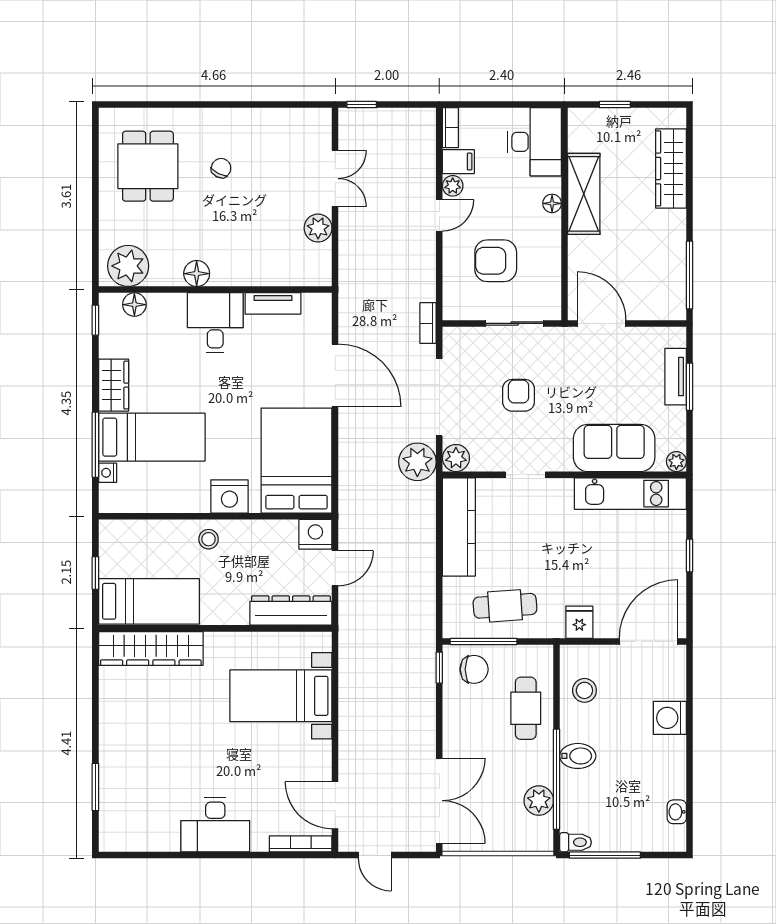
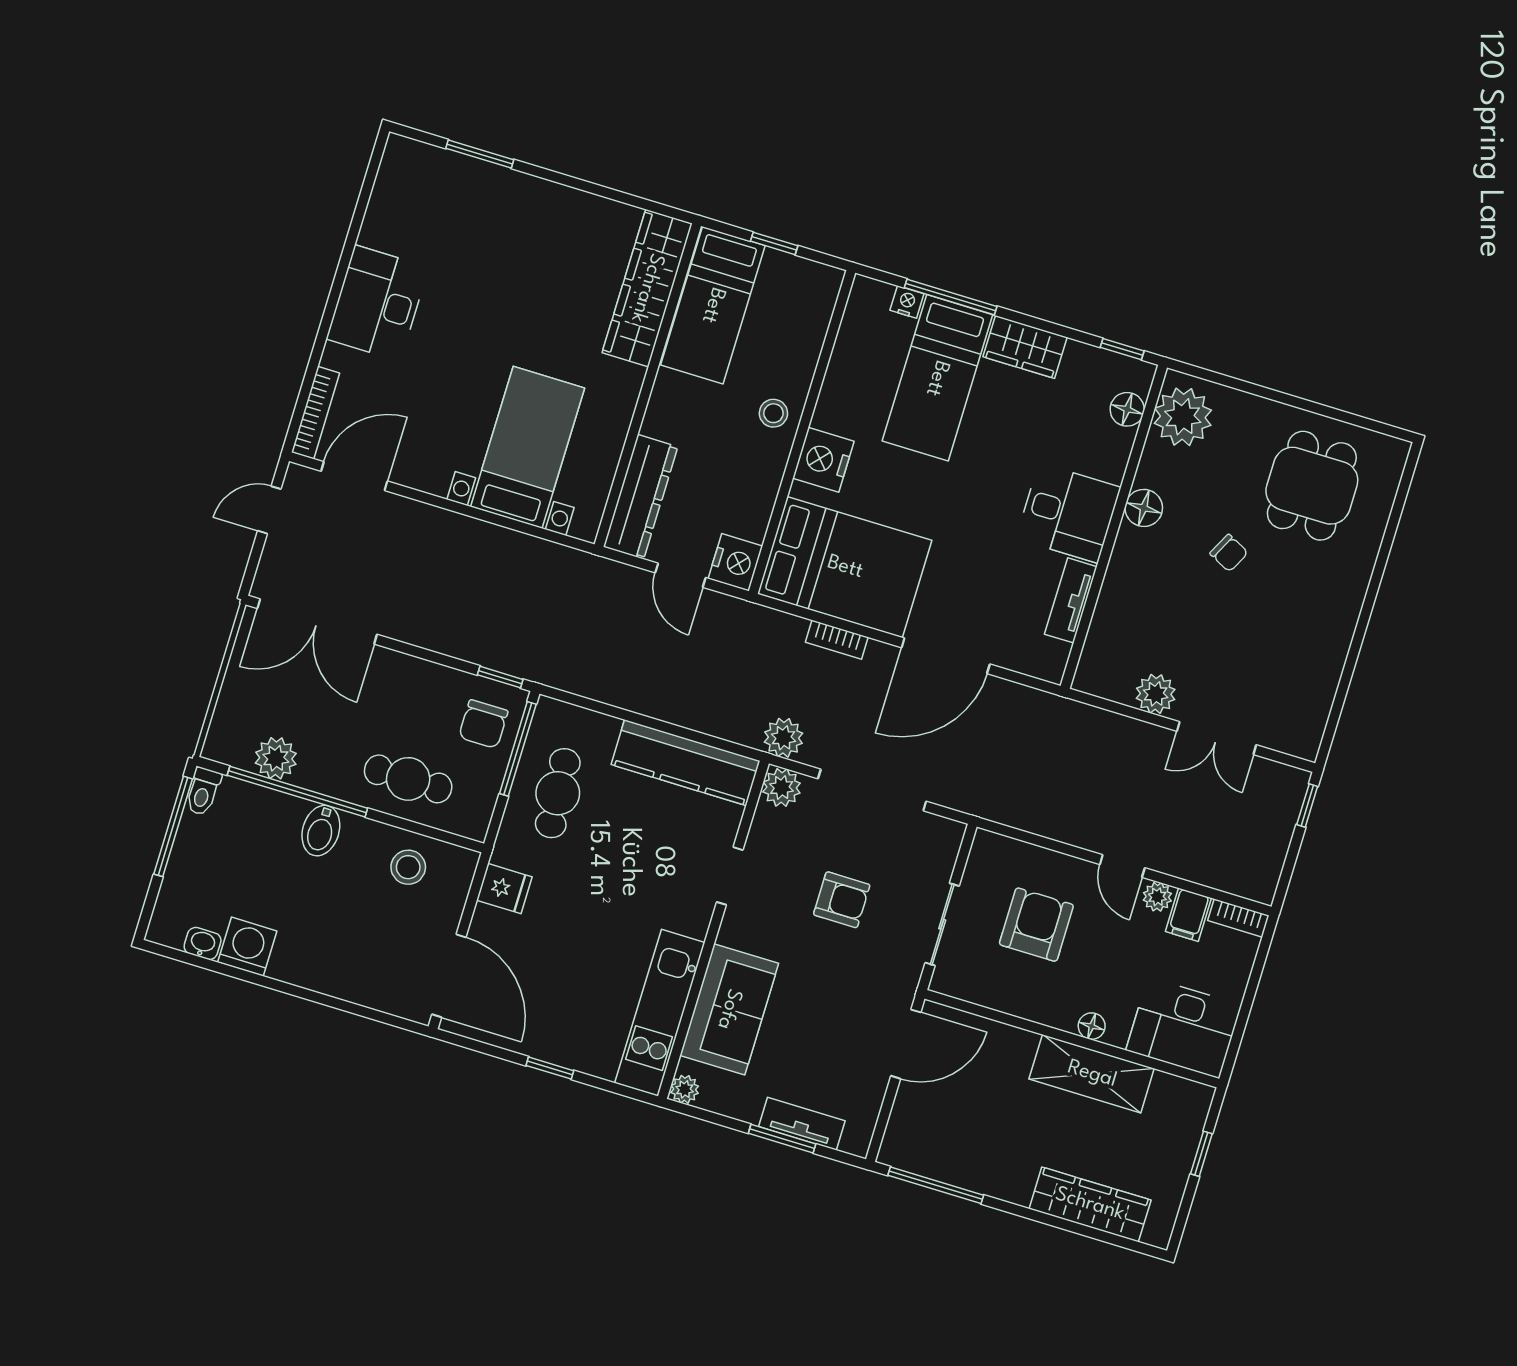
dining table: (148, 166) -> (1312, 486), turned 90
chair: (221, 168) -> (1229, 553), moved
bookcase: (428, 323) -> (837, 640), moved, turned 180
plant: (417, 462) -> (783, 738), width x0.73, depth x0.73
washing machine: (670, 718) -> (247, 947), moved

